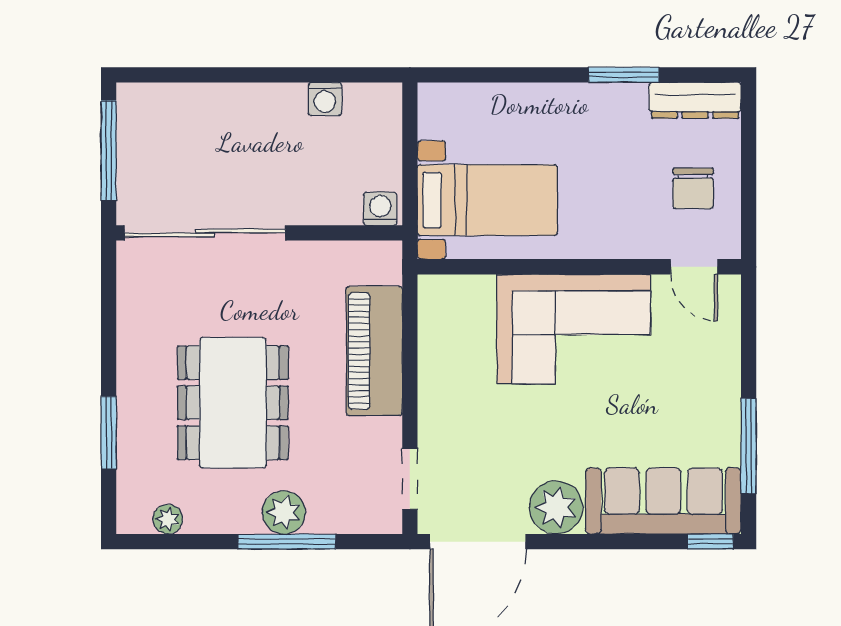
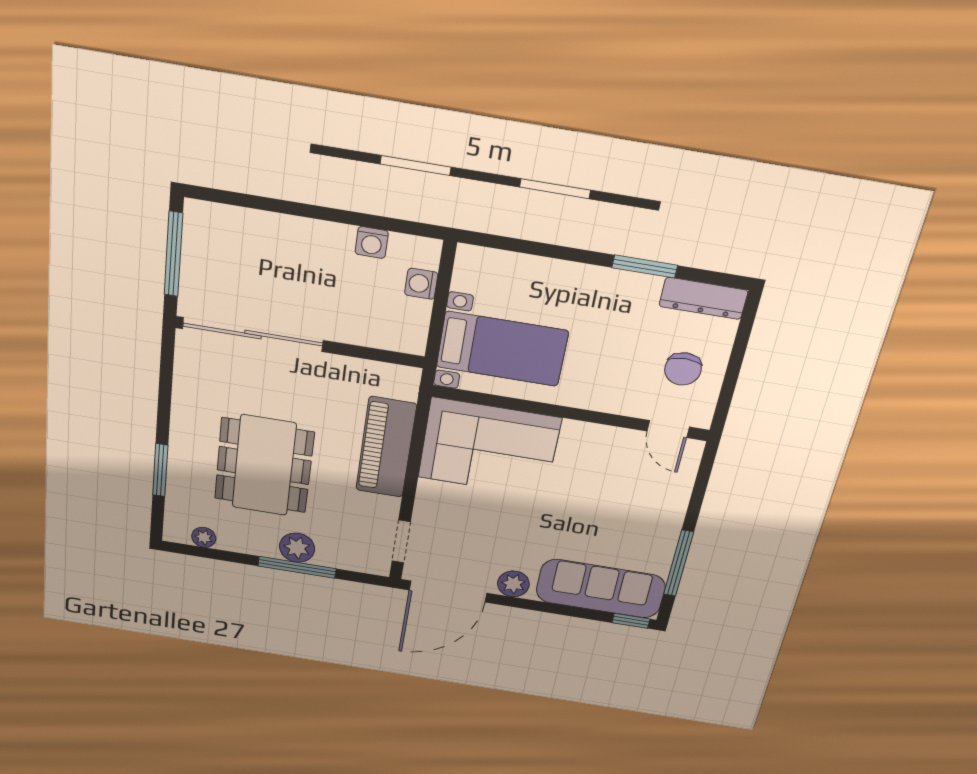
washing machine: (380, 209) -> (421, 284), moved, turned -90
corner sofa: (574, 329) -> (489, 448), moved
plant: (556, 507) -> (513, 584), width x0.73, depth x0.73

